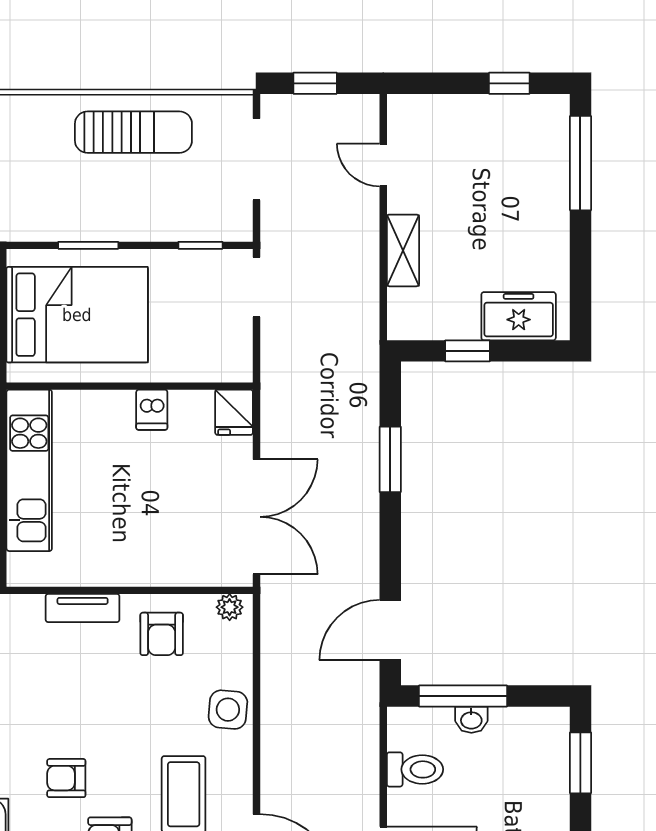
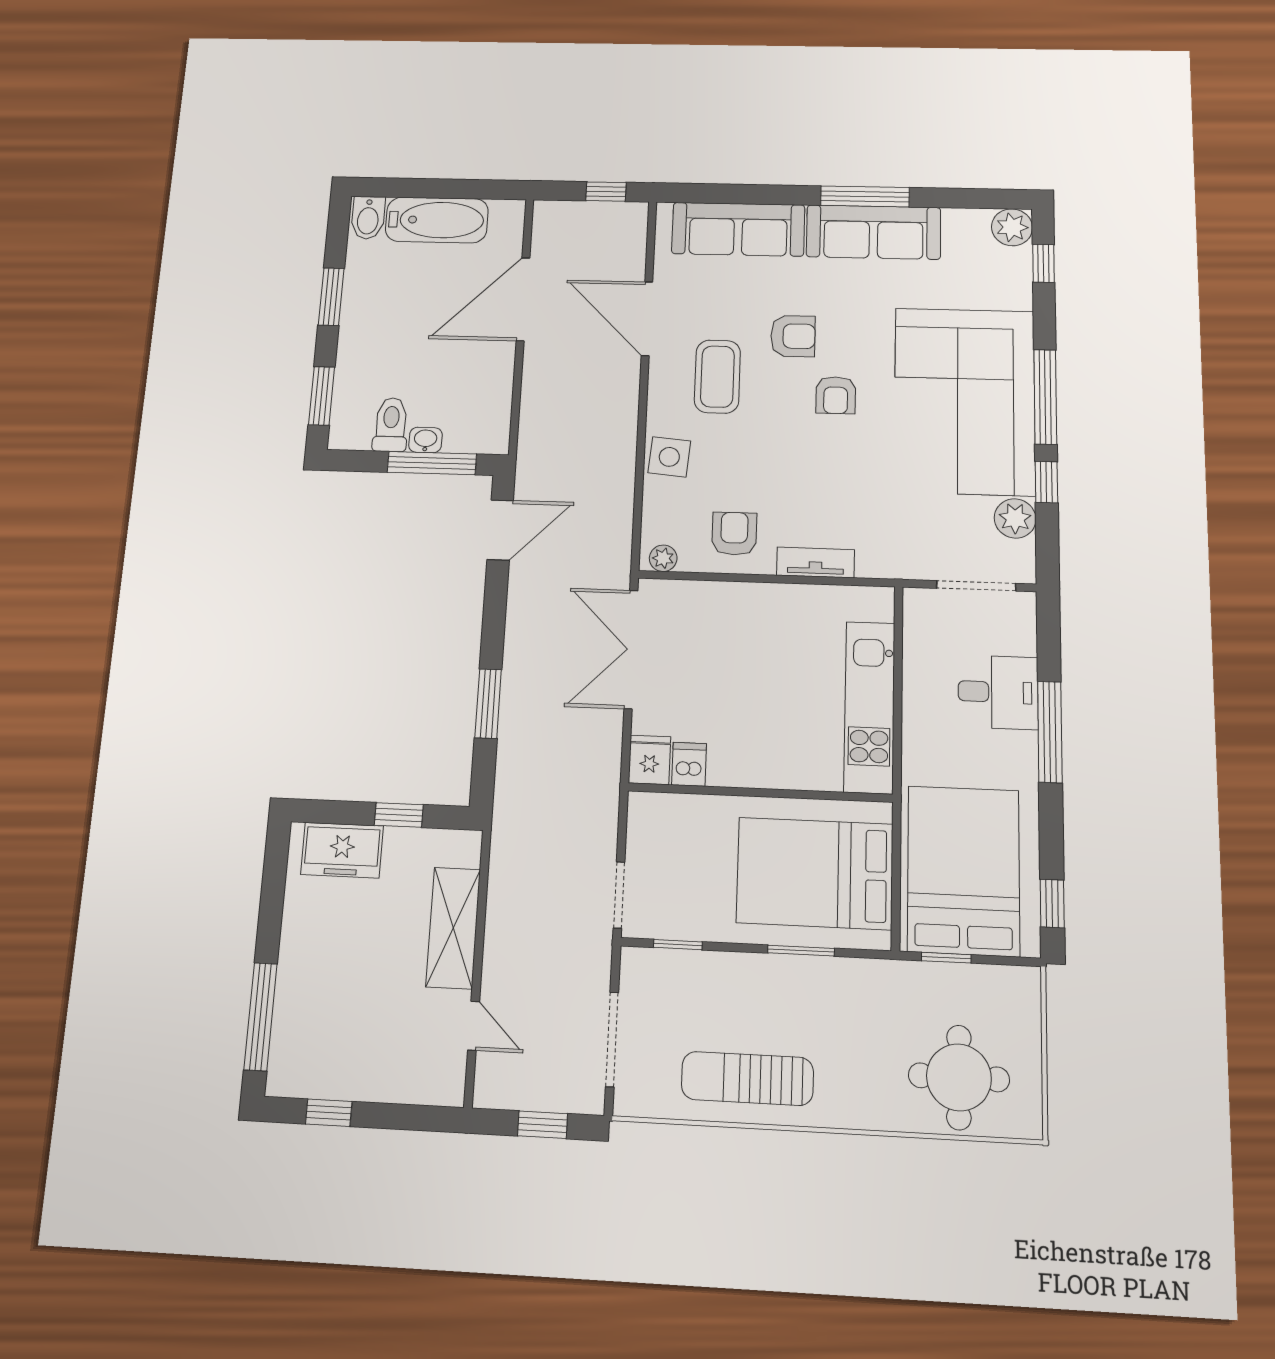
shelving: (403, 250) -> (453, 928), width x1.50, depth x1.33
dishwasher: (152, 410) -> (689, 764), moved
toilet: (415, 769) -> (391, 425), moved, turned 90
armchair: (66, 778) -> (836, 395), turned 90

